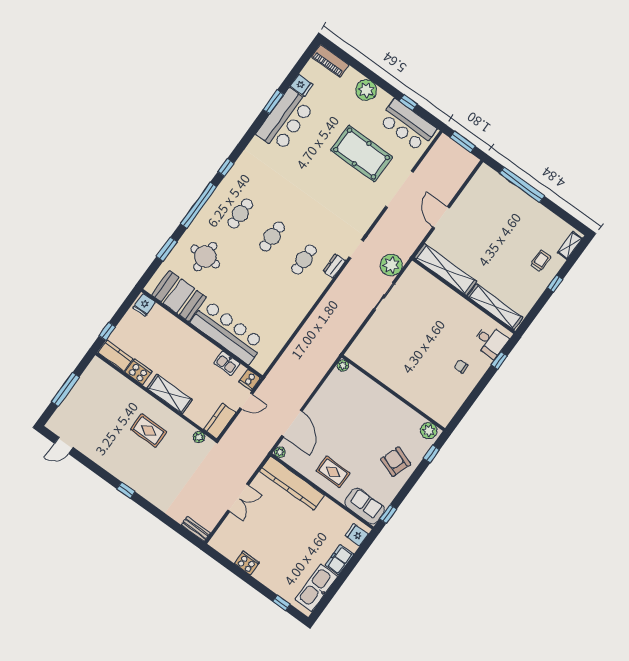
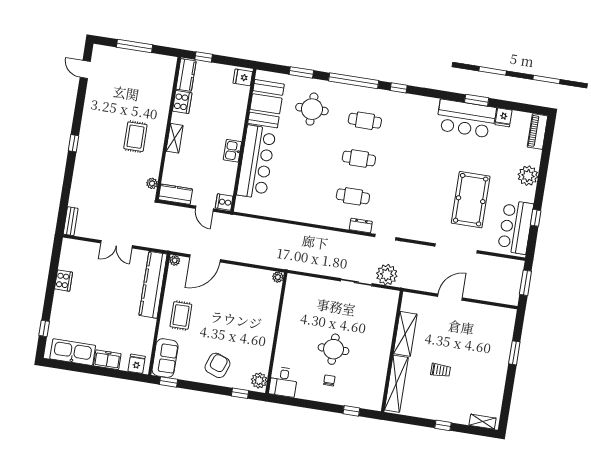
window: (522, 185) -> (514, 353), width x0.47
trolley: (541, 261) -> (441, 370), moved
shelving: (445, 270) -> (405, 334), width x0.68
desk: (490, 341) -> (283, 382), moved
round table: (435, 348) -> (334, 349), added
kitchen sink: (227, 363) -> (232, 151), moved
shelving: (169, 394) -> (175, 138), width x0.67, depth x0.75

